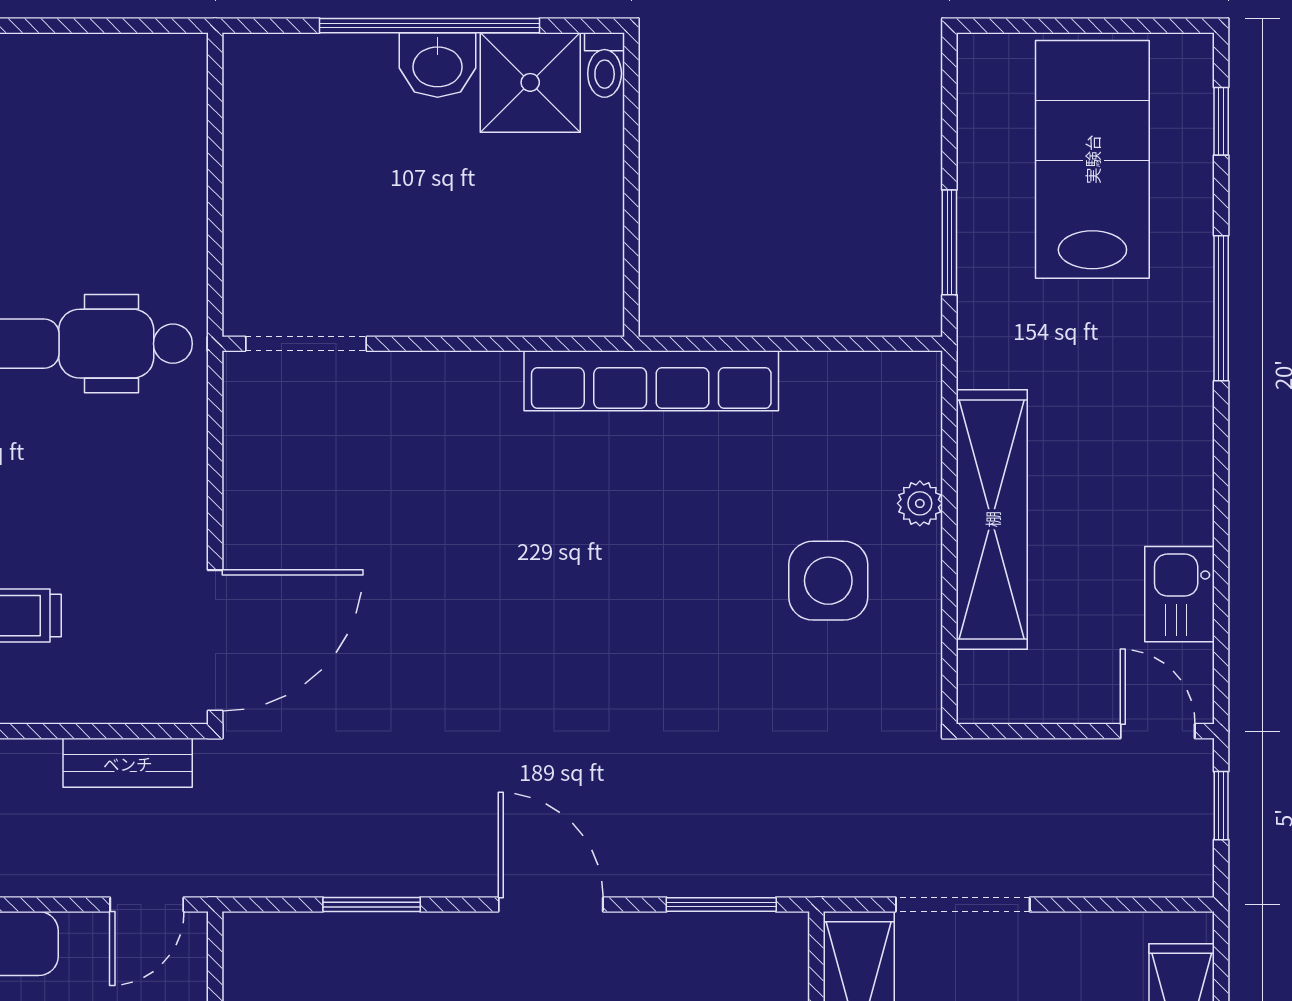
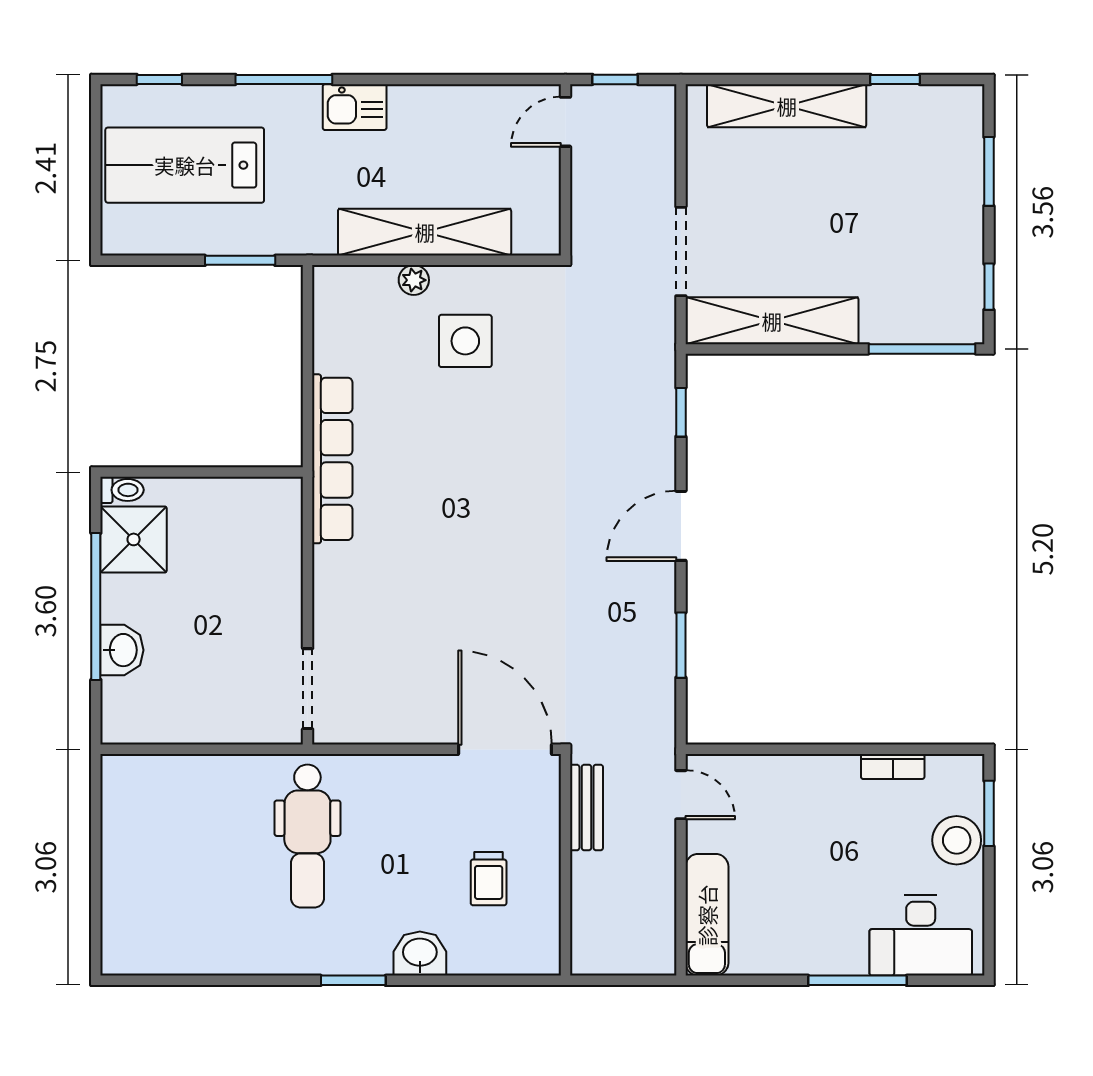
washbasin: (438, 65) -> (122, 650), moved
kitchen sink: (1180, 594) -> (355, 107), moved
window: (721, 905) -> (681, 412), width x0.67

